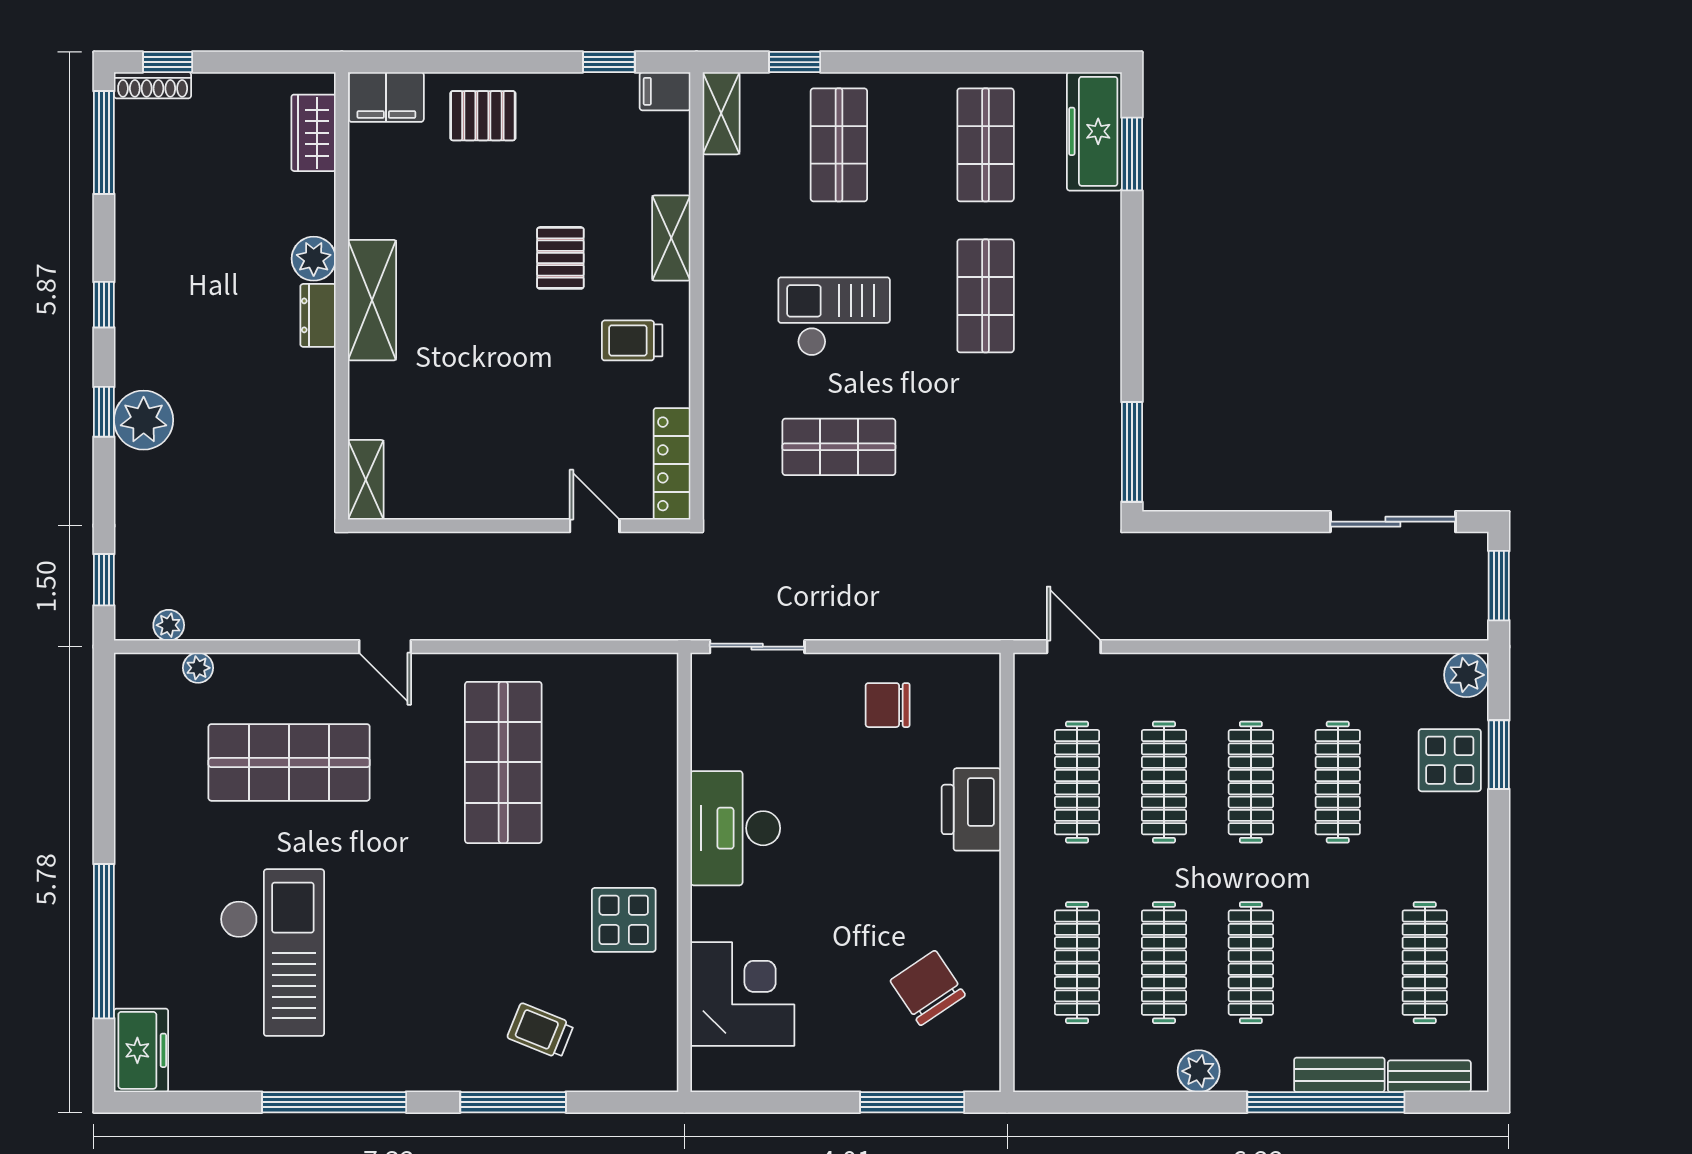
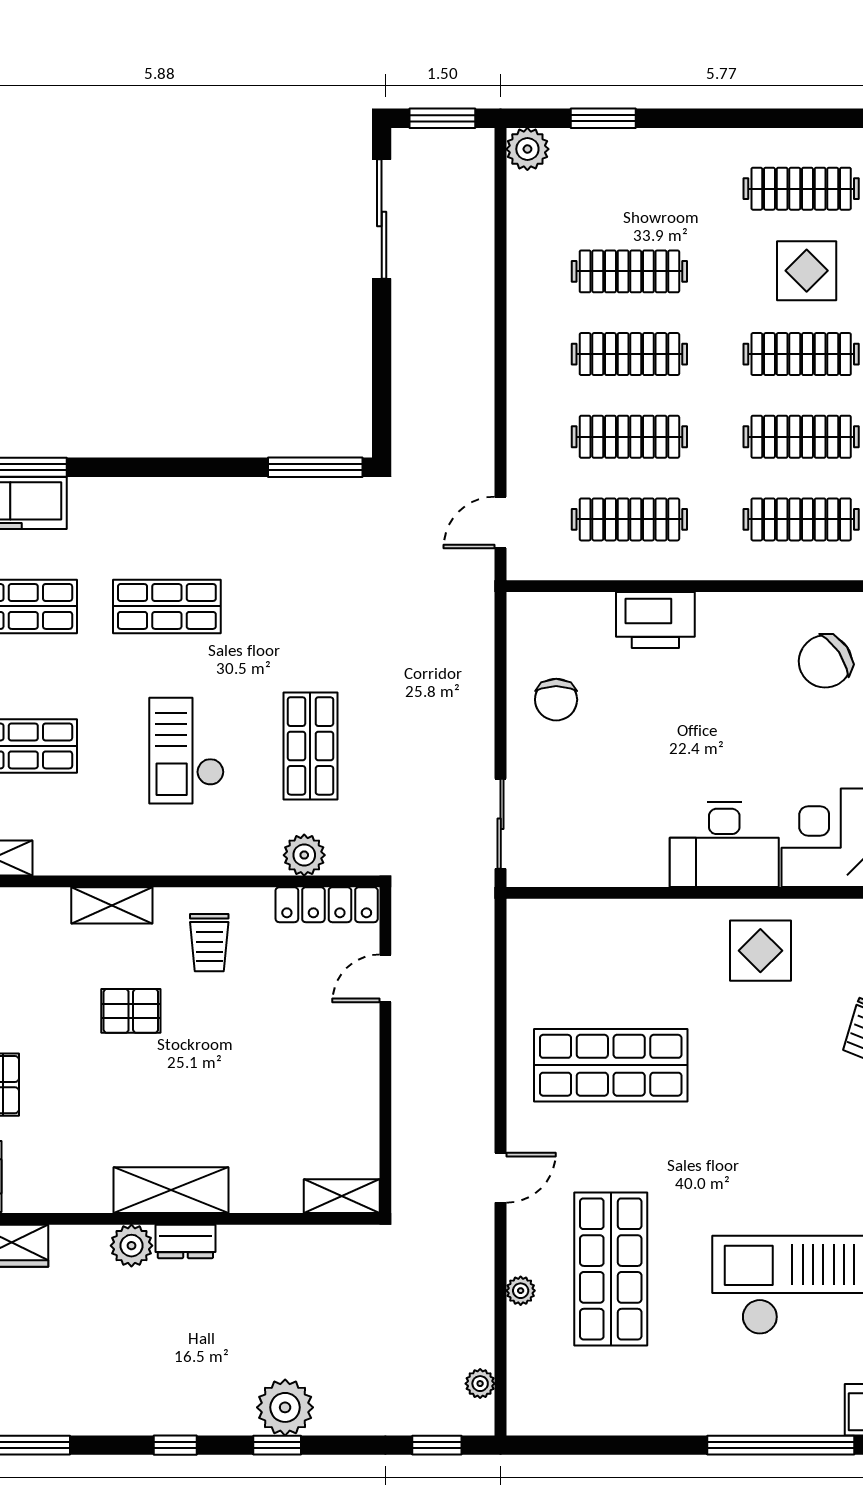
plant: (724, 440) -> (304, 855), added
plant: (198, 668) -> (521, 1291), moved
display table: (1450, 760) -> (807, 271), moved
desk: (735, 828) -> (724, 844), moved

